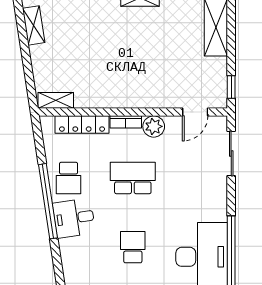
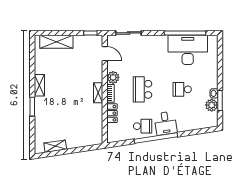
shelving: (56, 100) -> (98, 93), moved
locker: (82, 125) -> (112, 113), width x0.66

